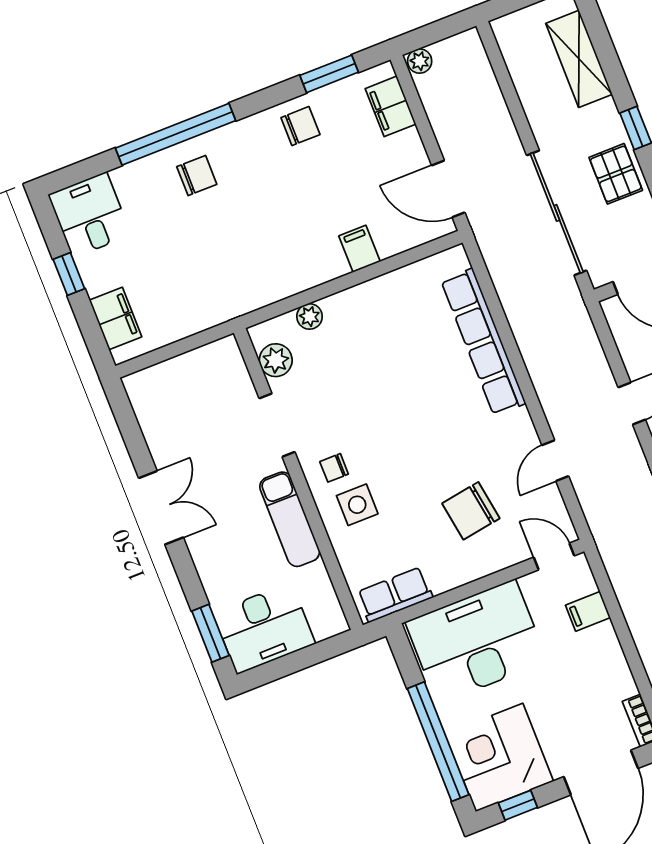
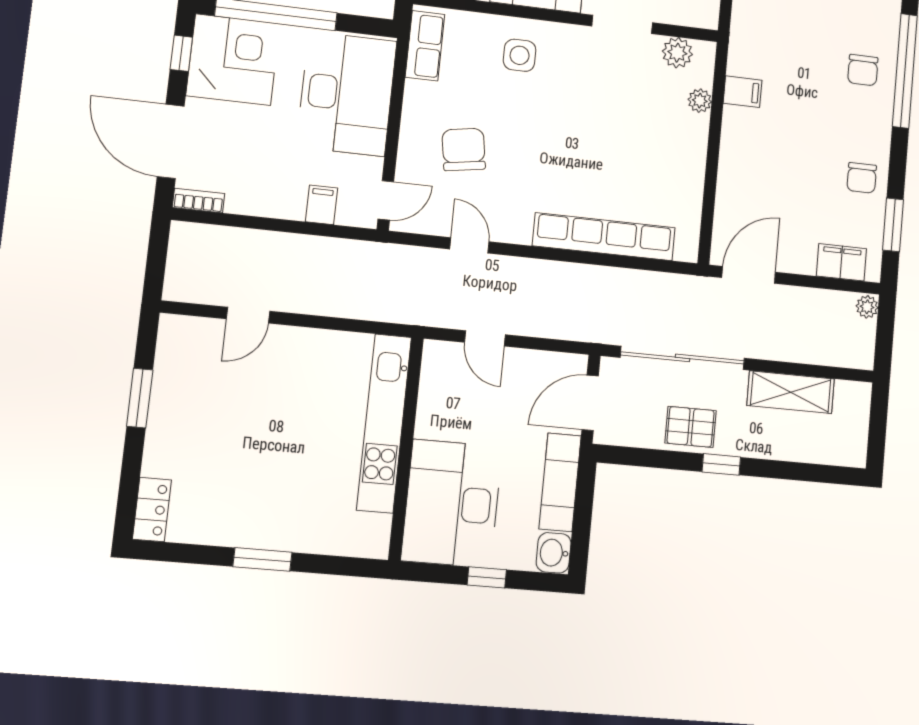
shelving: (579, 59) -> (791, 392), moved
filing cabinet: (359, 249) -> (743, 92), moved
chair: (334, 468) -> (561, 53), removed

